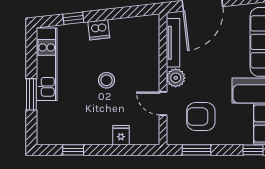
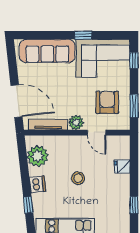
plant: (134, 30) -> (38, 156), added
door: (163, 103) -> (97, 133), hinge flipped
armchair: (201, 116) -> (107, 102), turned 180

